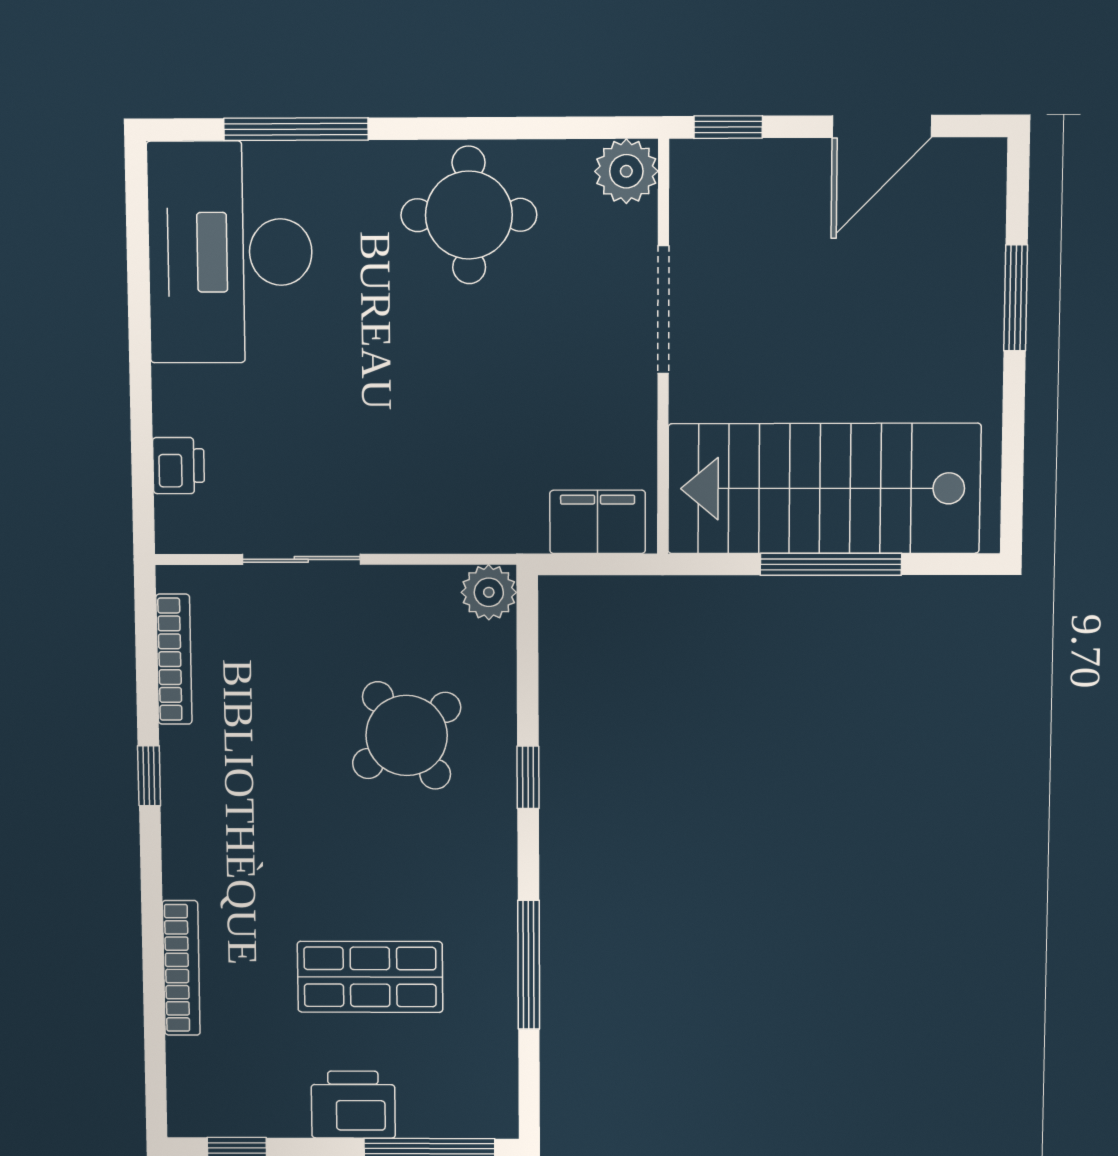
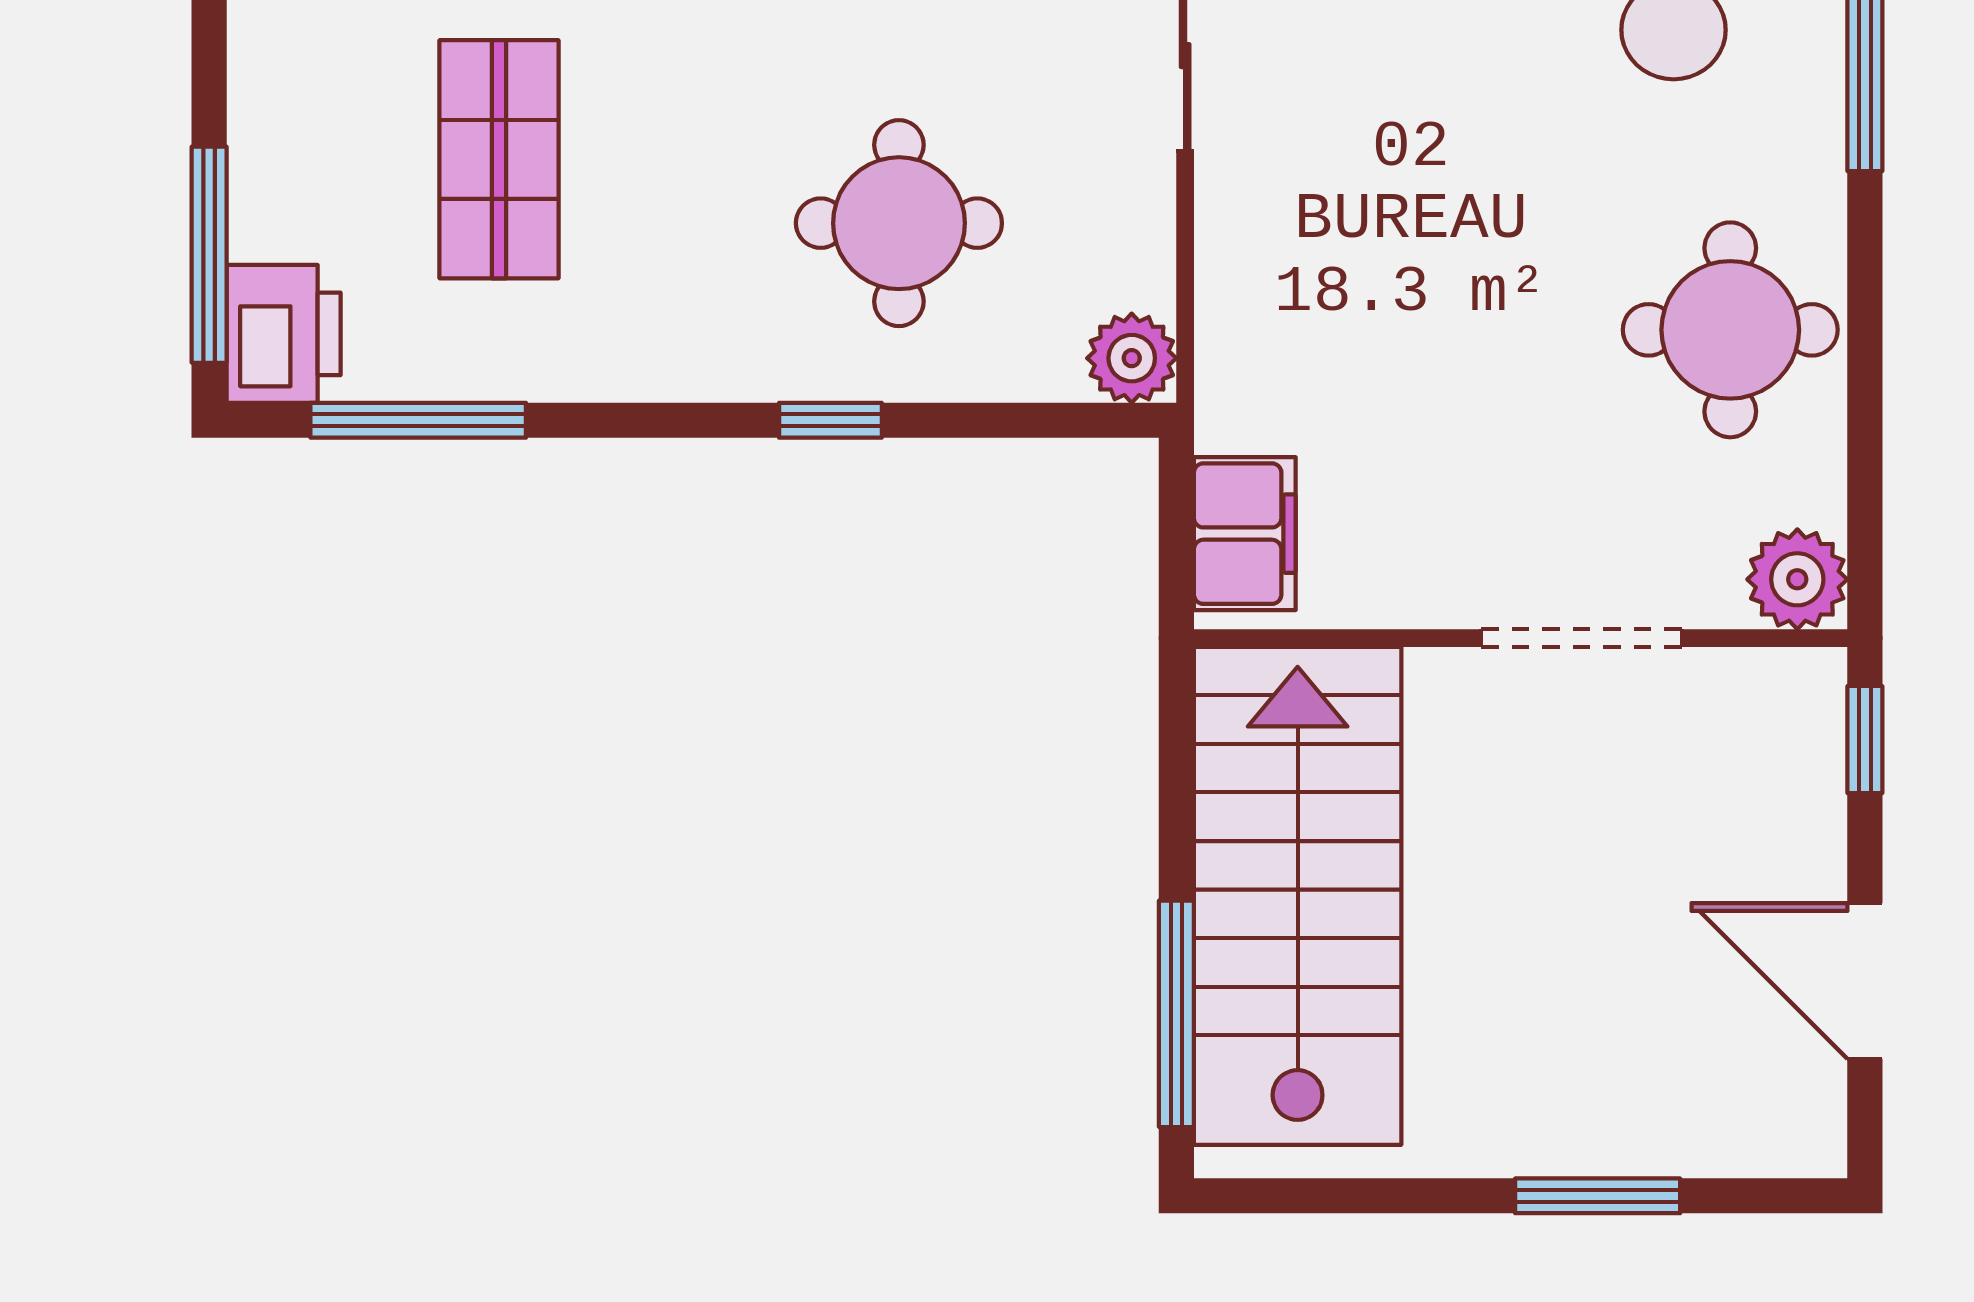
window: (831, 564) -> (1176, 1014), moved
round table: (407, 735) -> (899, 223), turned 36
window: (529, 965) -> (418, 420), moved
printer: (353, 1105) -> (284, 334), moved

